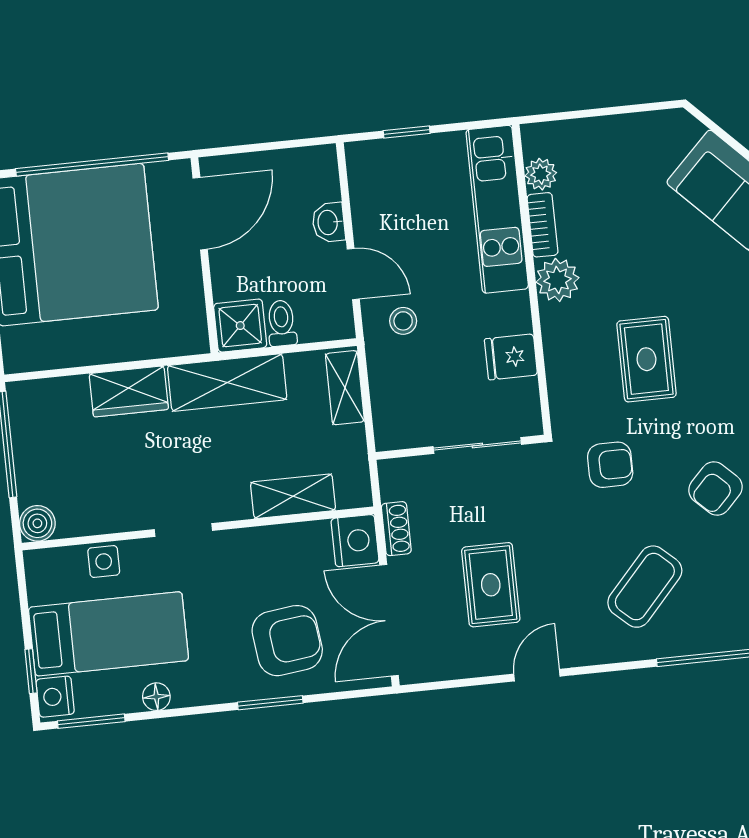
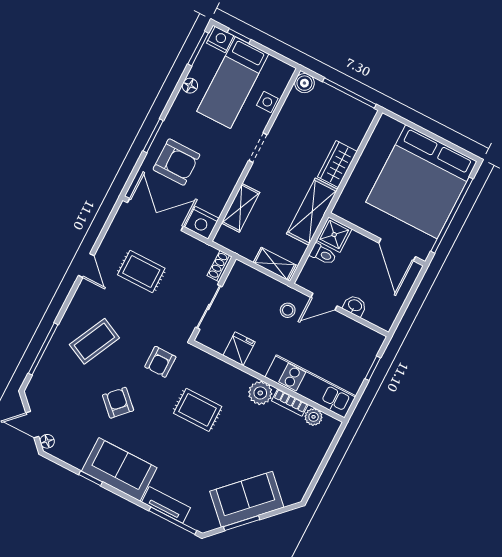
shoe rack: (396, 529) -> (220, 266), moved, turned 90
coffee table: (645, 587) -> (94, 341), turned 74
armchair: (287, 641) -> (176, 162), turned -83

